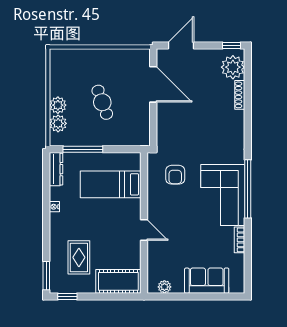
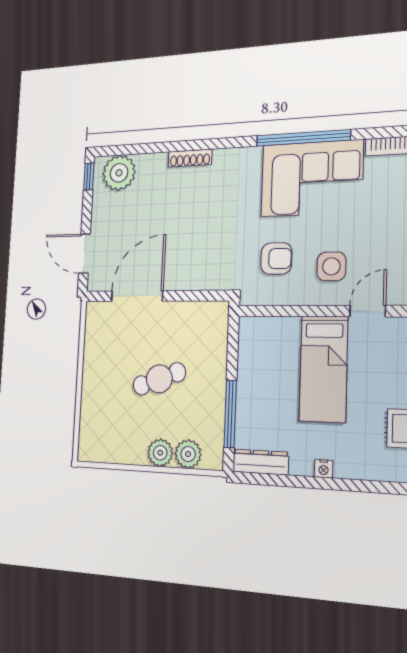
shoe rack: (240, 95) -> (190, 158), moved
bed: (111, 184) -> (323, 369), moved
side table: (170, 208) -> (331, 266), added

